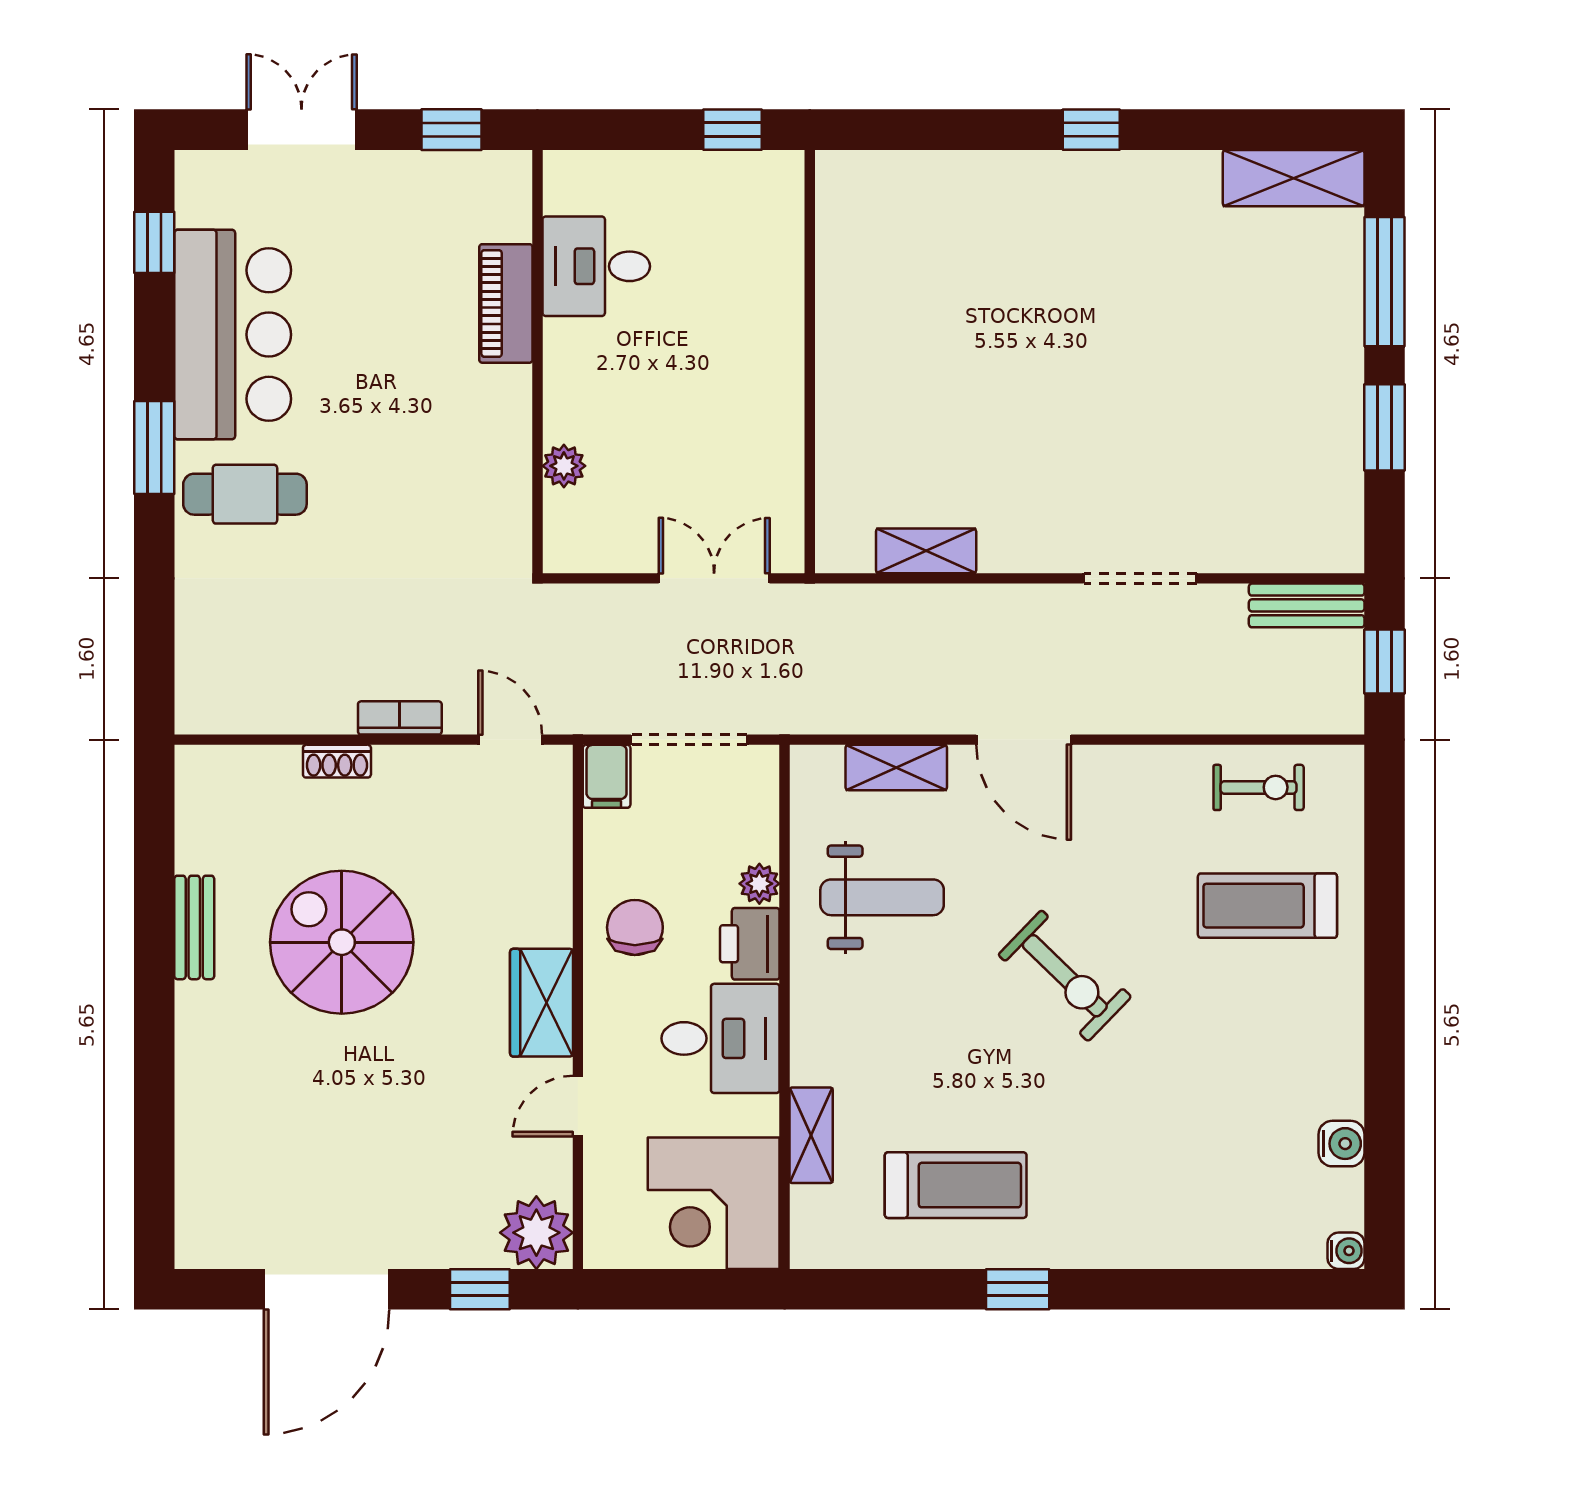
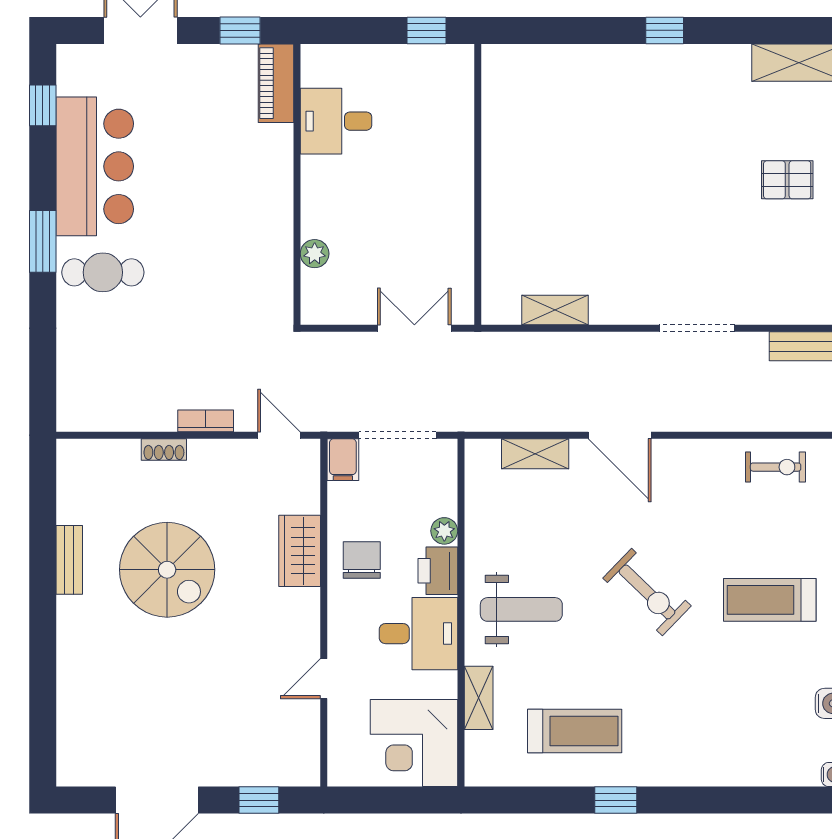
piano: (506, 303) -> (276, 83), moved
pallet: (1276, 355) -> (787, 180), added
weight bench: (882, 897) -> (521, 609), moved
treadmill: (1267, 906) -> (770, 600), moved
spiral stairs: (342, 942) -> (167, 570), turned 180
wardrobe: (542, 1003) -> (300, 551), moved
plant: (536, 1233) -> (296, 763), removed

